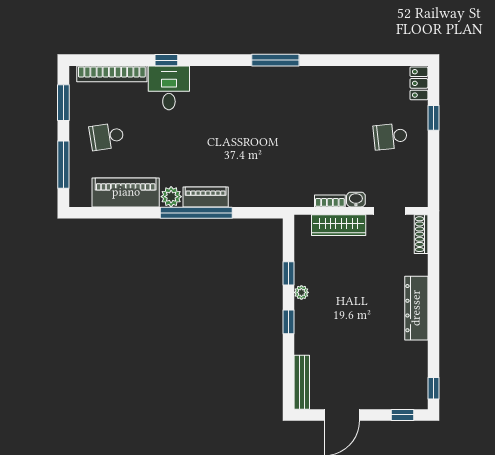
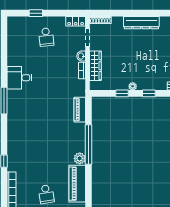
locker: (419, 83) -> (76, 21), moved
desk: (169, 88) -> (19, 78), moved
piano: (206, 197) -> (80, 110), moved

